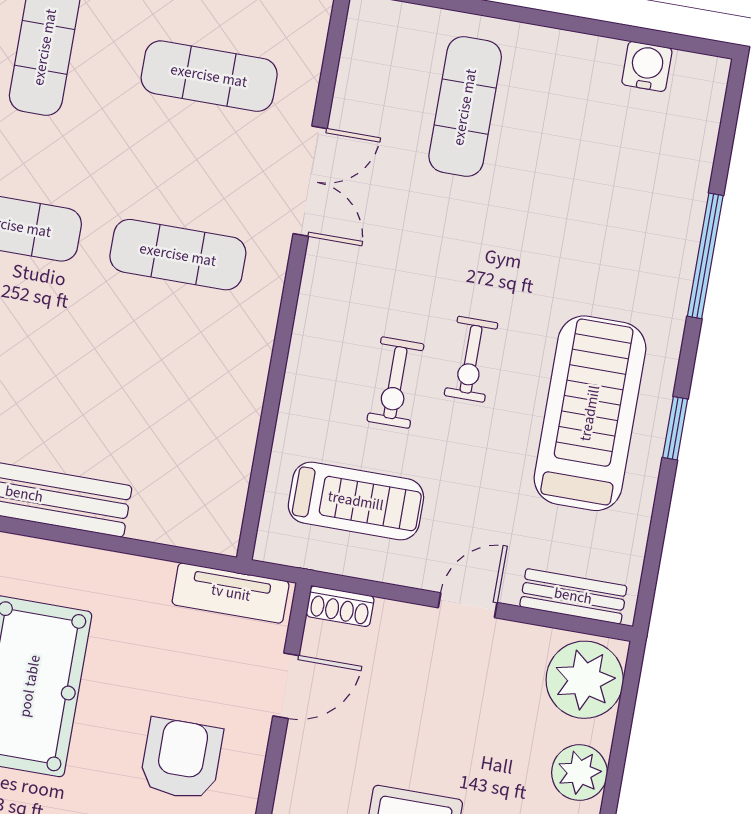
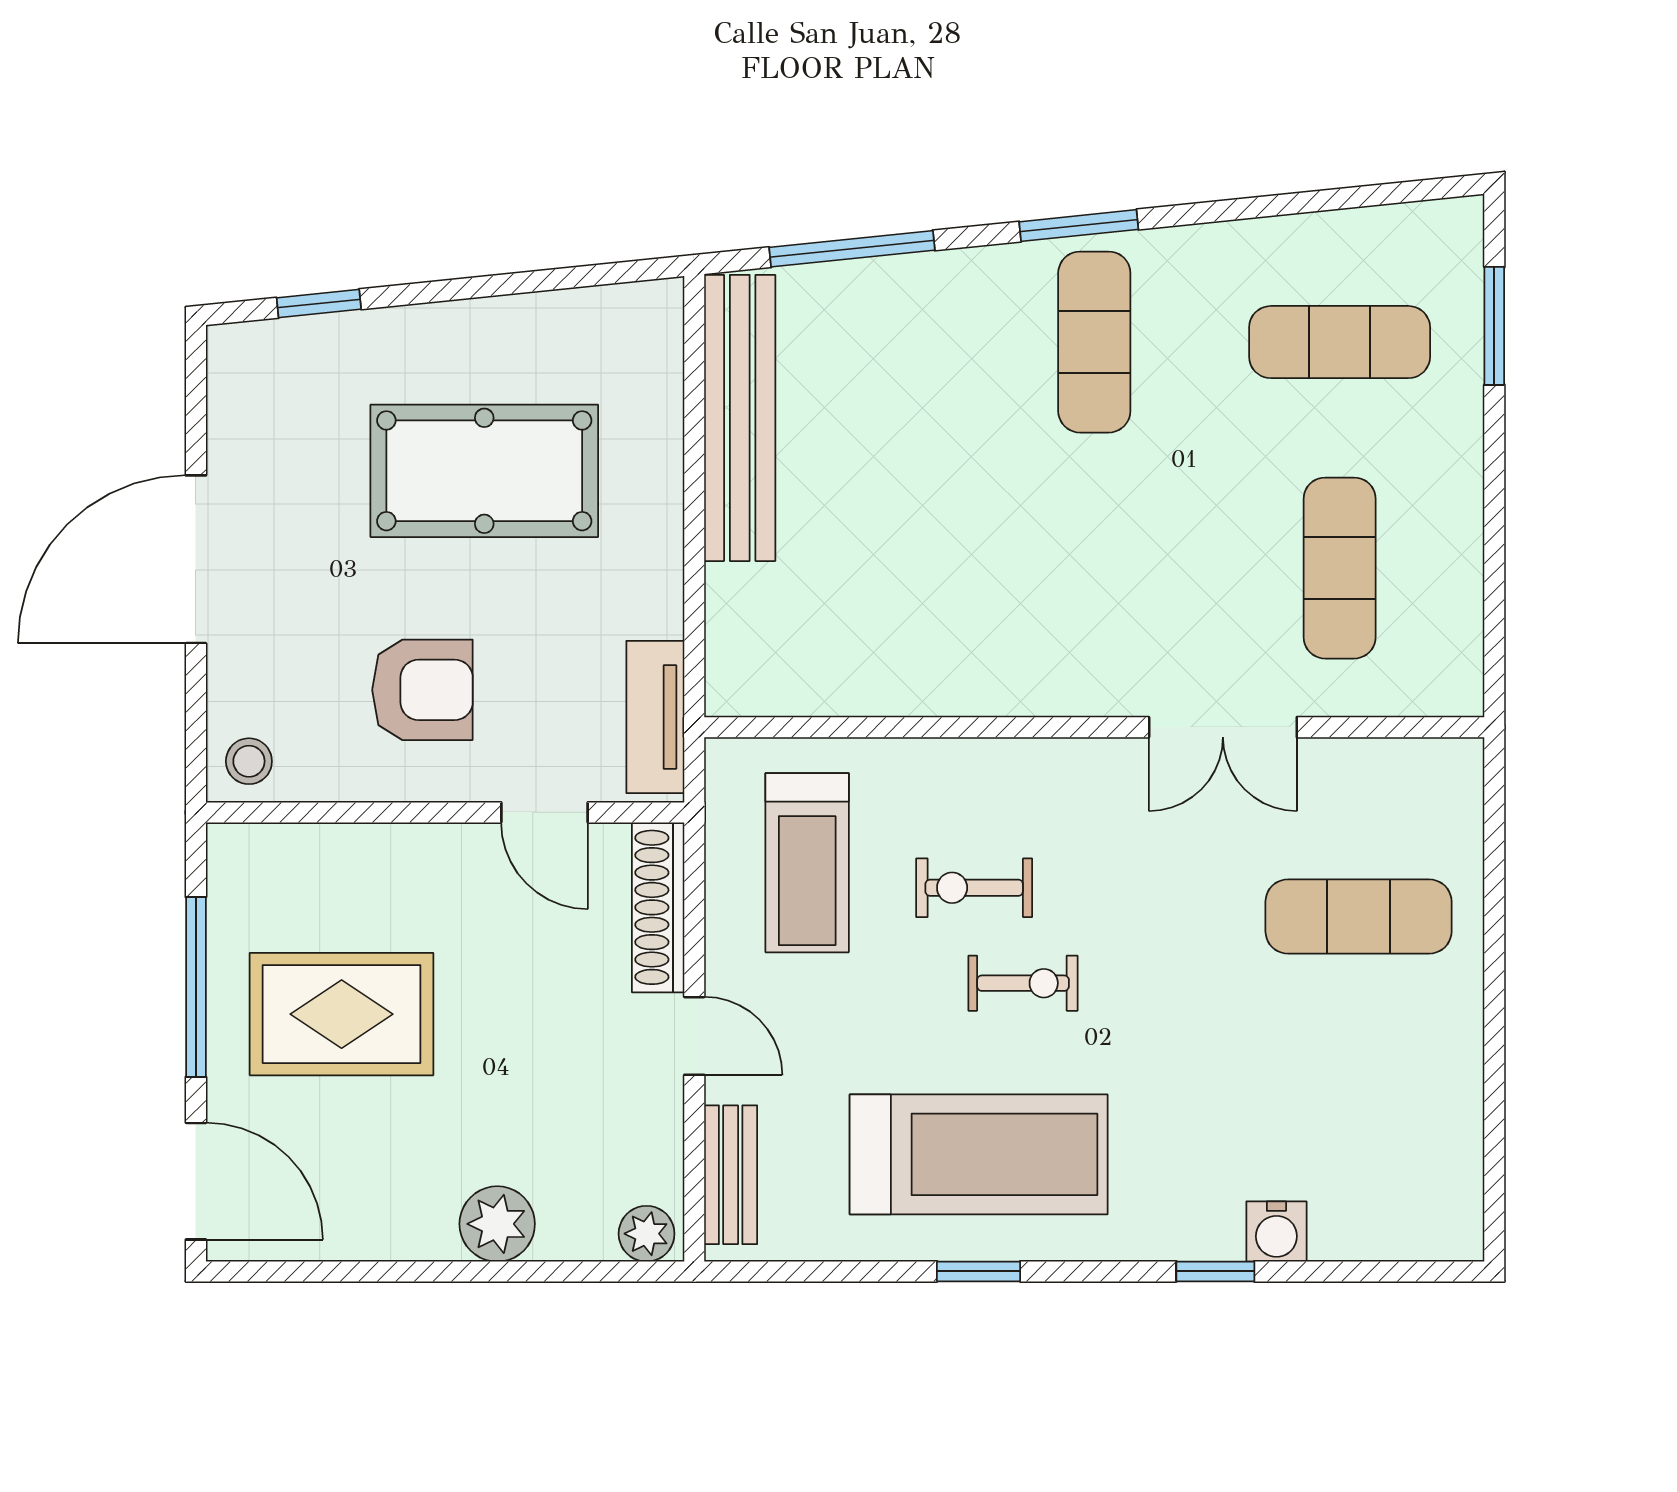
water cooler: (647, 66) -> (1276, 1231), moved, turned 90
exercise mat: (178, 255) -> (1094, 568), removed
window: (705, 256) -> (1215, 1271), width x0.46
exercise bike: (471, 359) -> (1023, 983), turned 180
shoe rack: (340, 606) -> (658, 907), width x1.94, depth x1.24
plant: (585, 680) -> (647, 1234), width x0.53, depth x0.53

